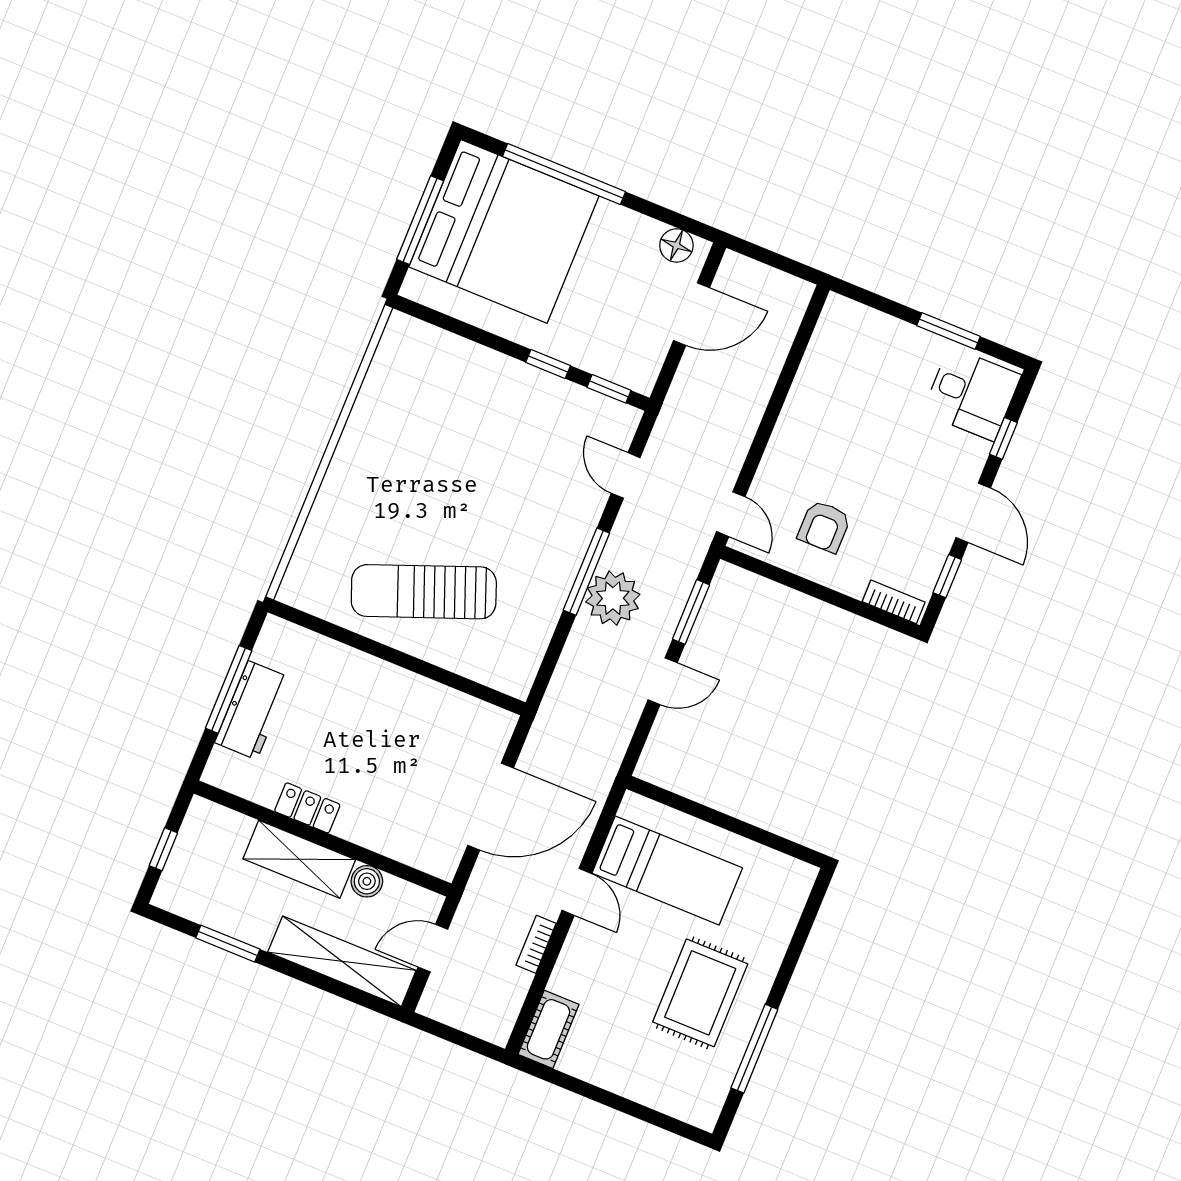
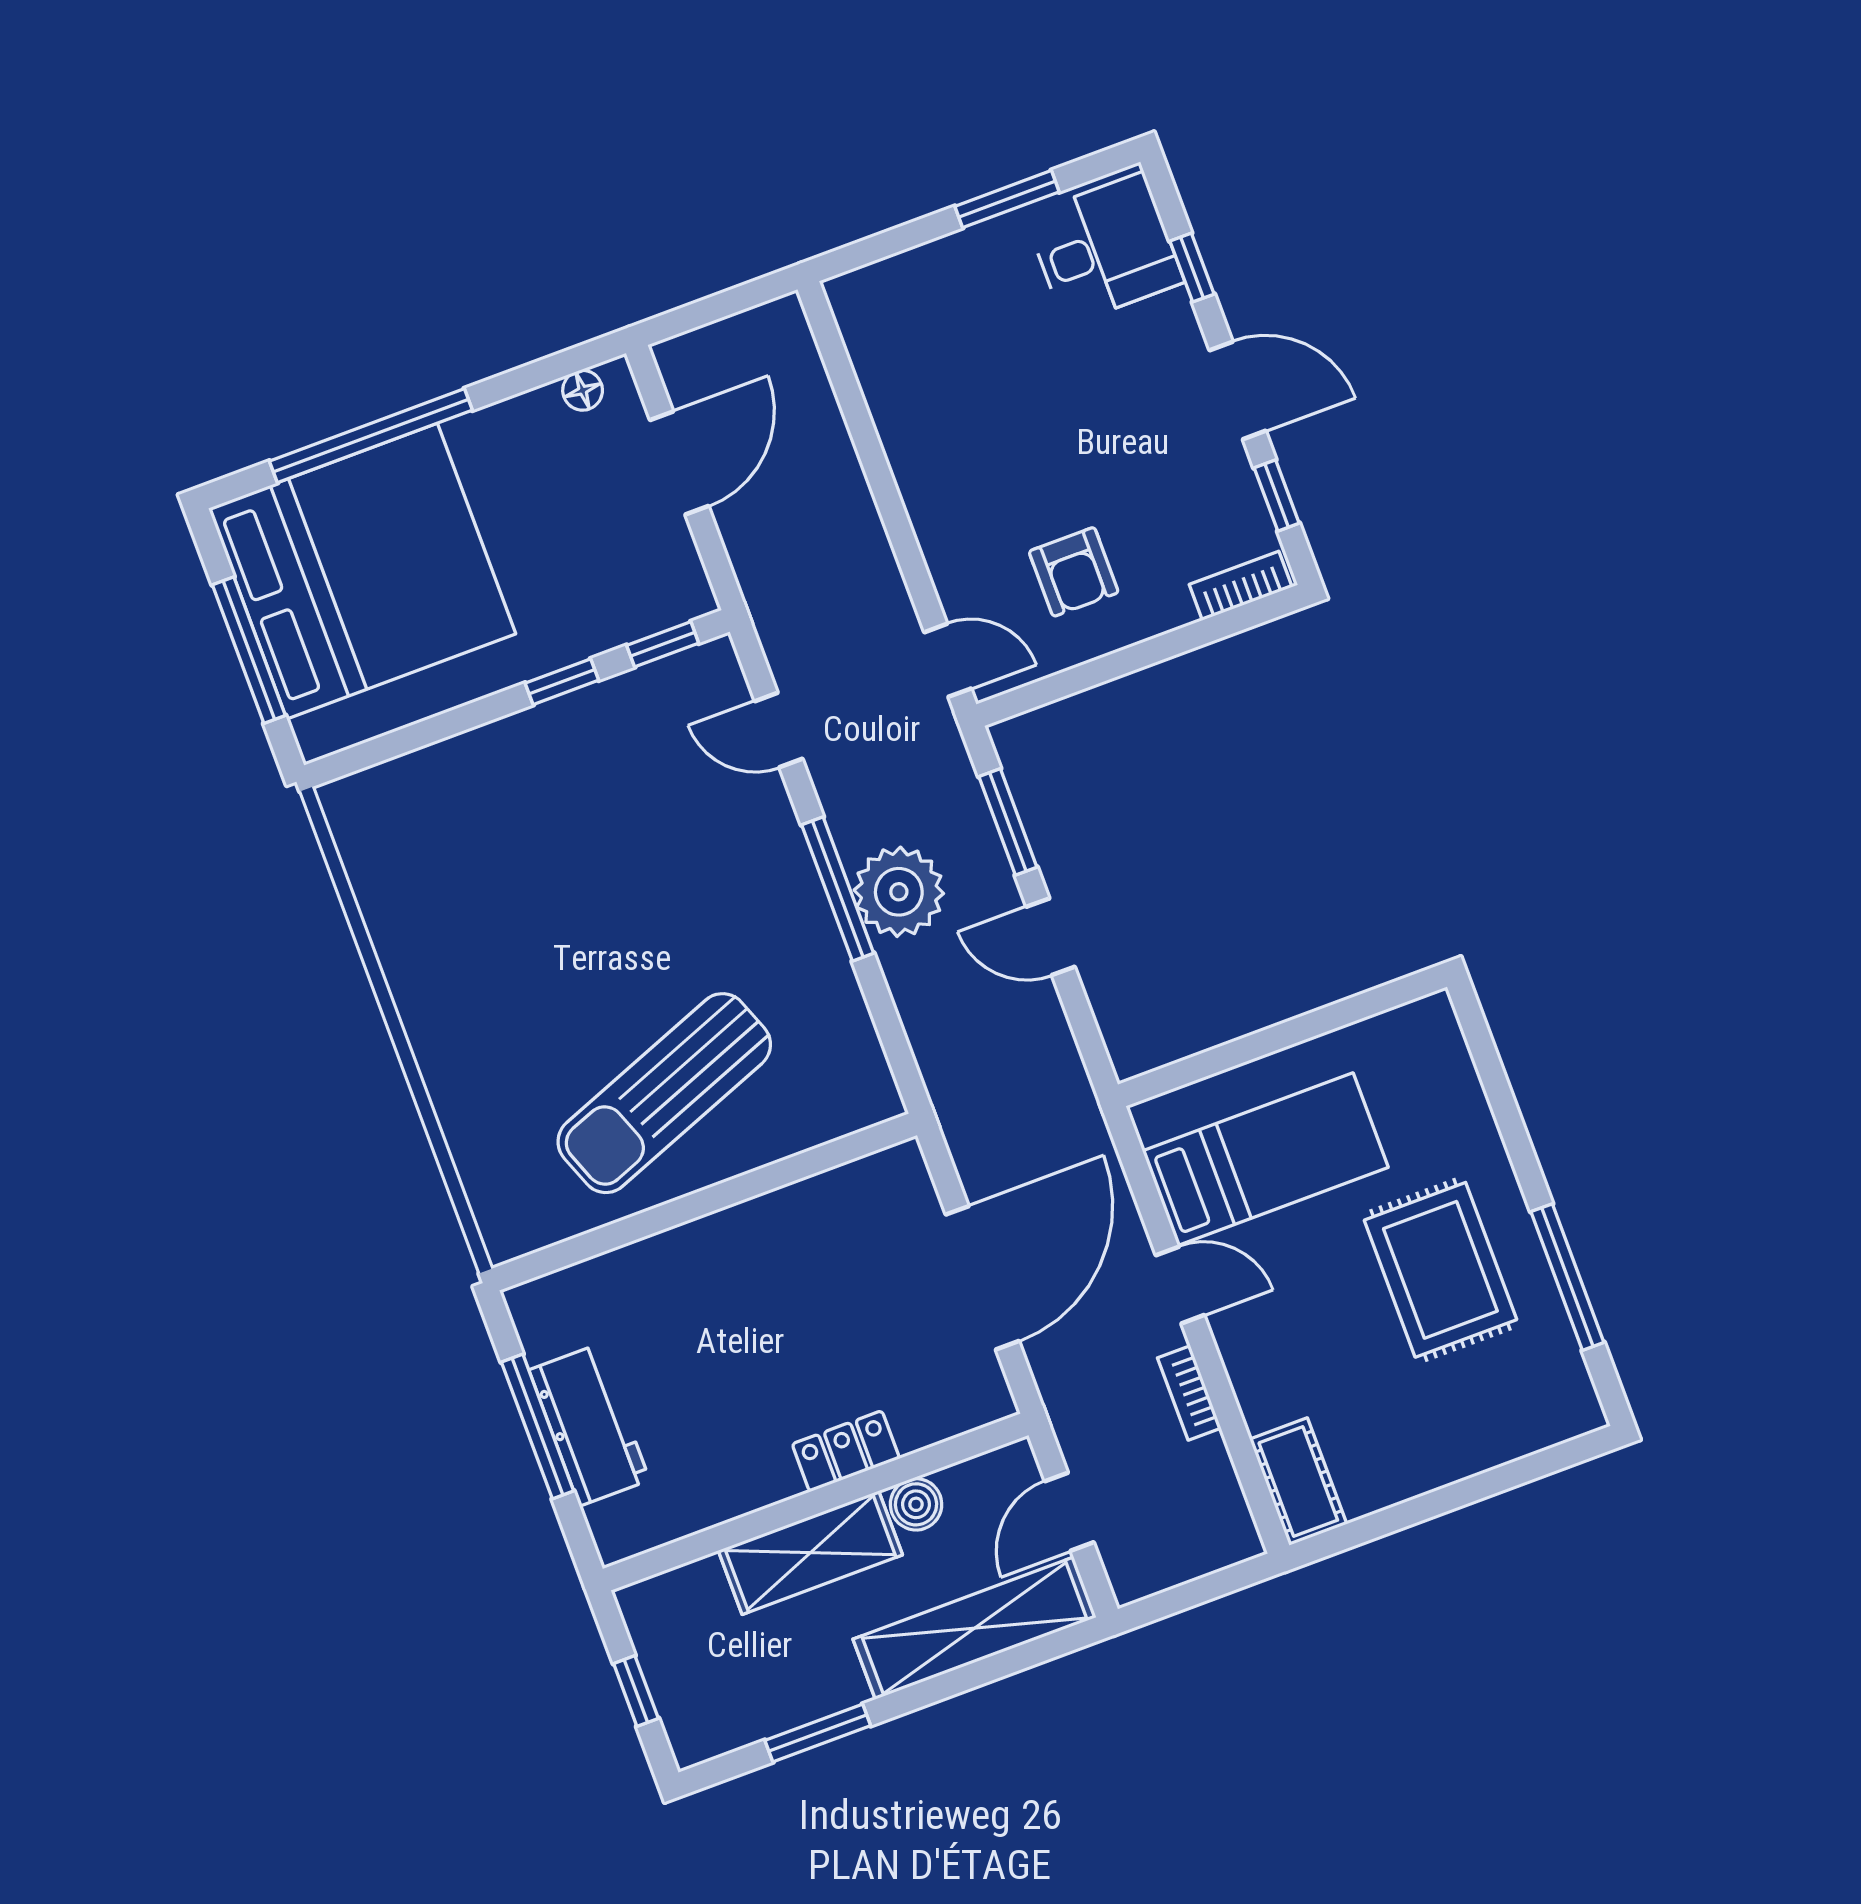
floor lamp: (676, 245) -> (583, 390), width x0.73, depth x0.73
door: (663, 681) -> (1051, 937), swing flipped
locker: (307, 808) -> (846, 1451), moved

